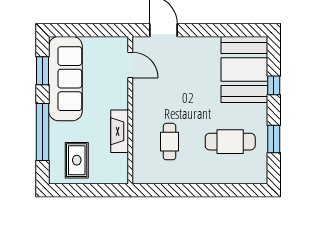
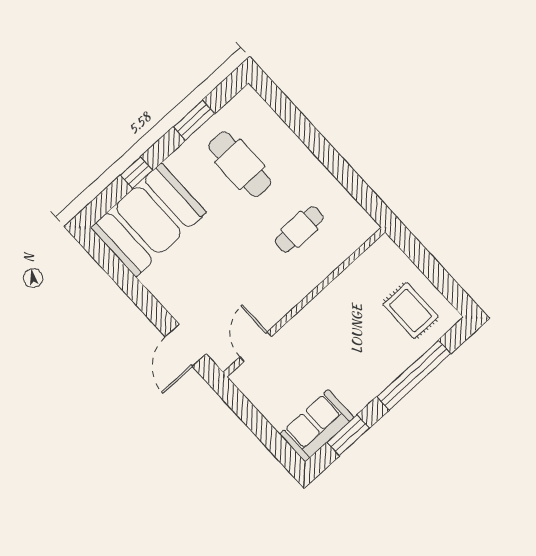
sofa: (65, 79) -> (317, 426), width x0.54, depth x0.79
fireplace: (120, 131) -> (337, 293), removed
rug: (77, 160) -> (410, 311), turned 90

